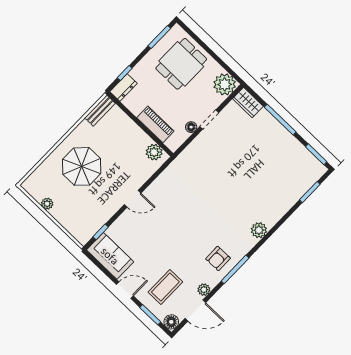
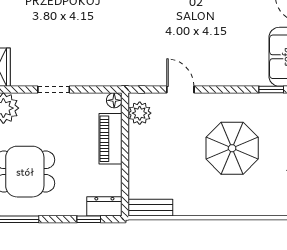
floor lamp: (191, 127) -> (114, 100), moved
parasol: (82, 166) -> (232, 148), moved
door: (133, 199) -> (180, 89), moved

